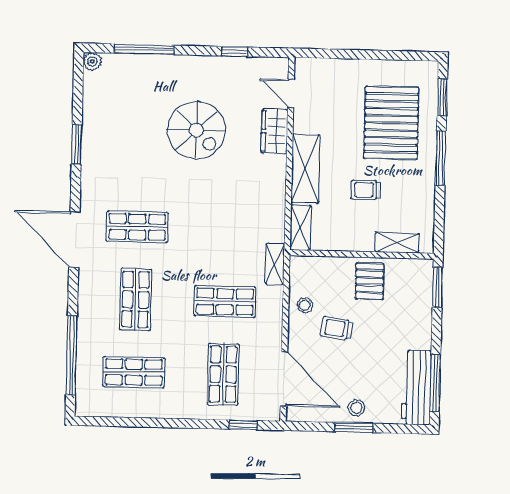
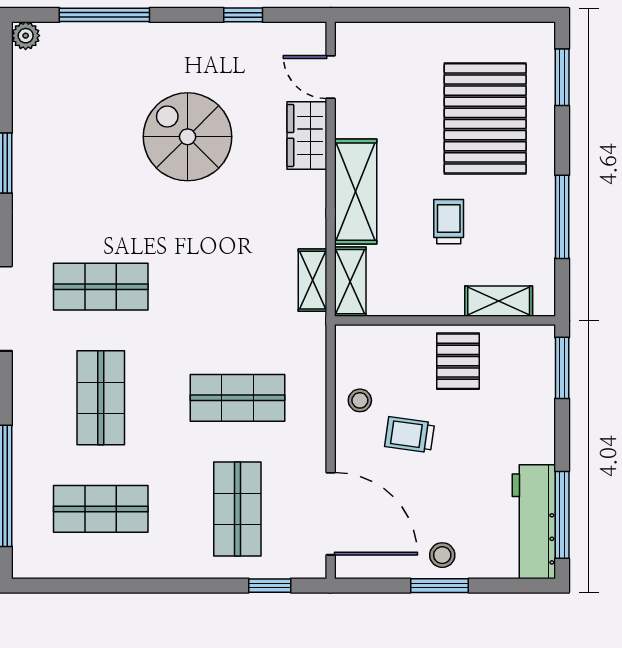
spiral stairs: (196, 130) -> (188, 137), turned 180
window: (441, 158) -> (562, 217), moved
trolley: (366, 190) -> (449, 222), turned 90
shelving: (275, 264) -> (312, 280), moved

